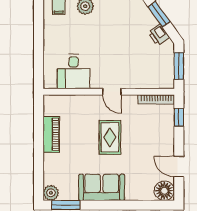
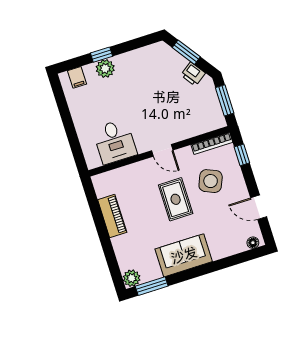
side table: (145, 131) -> (211, 181), added
floor lamp: (164, 191) -> (253, 243), width x0.53, depth x0.53

